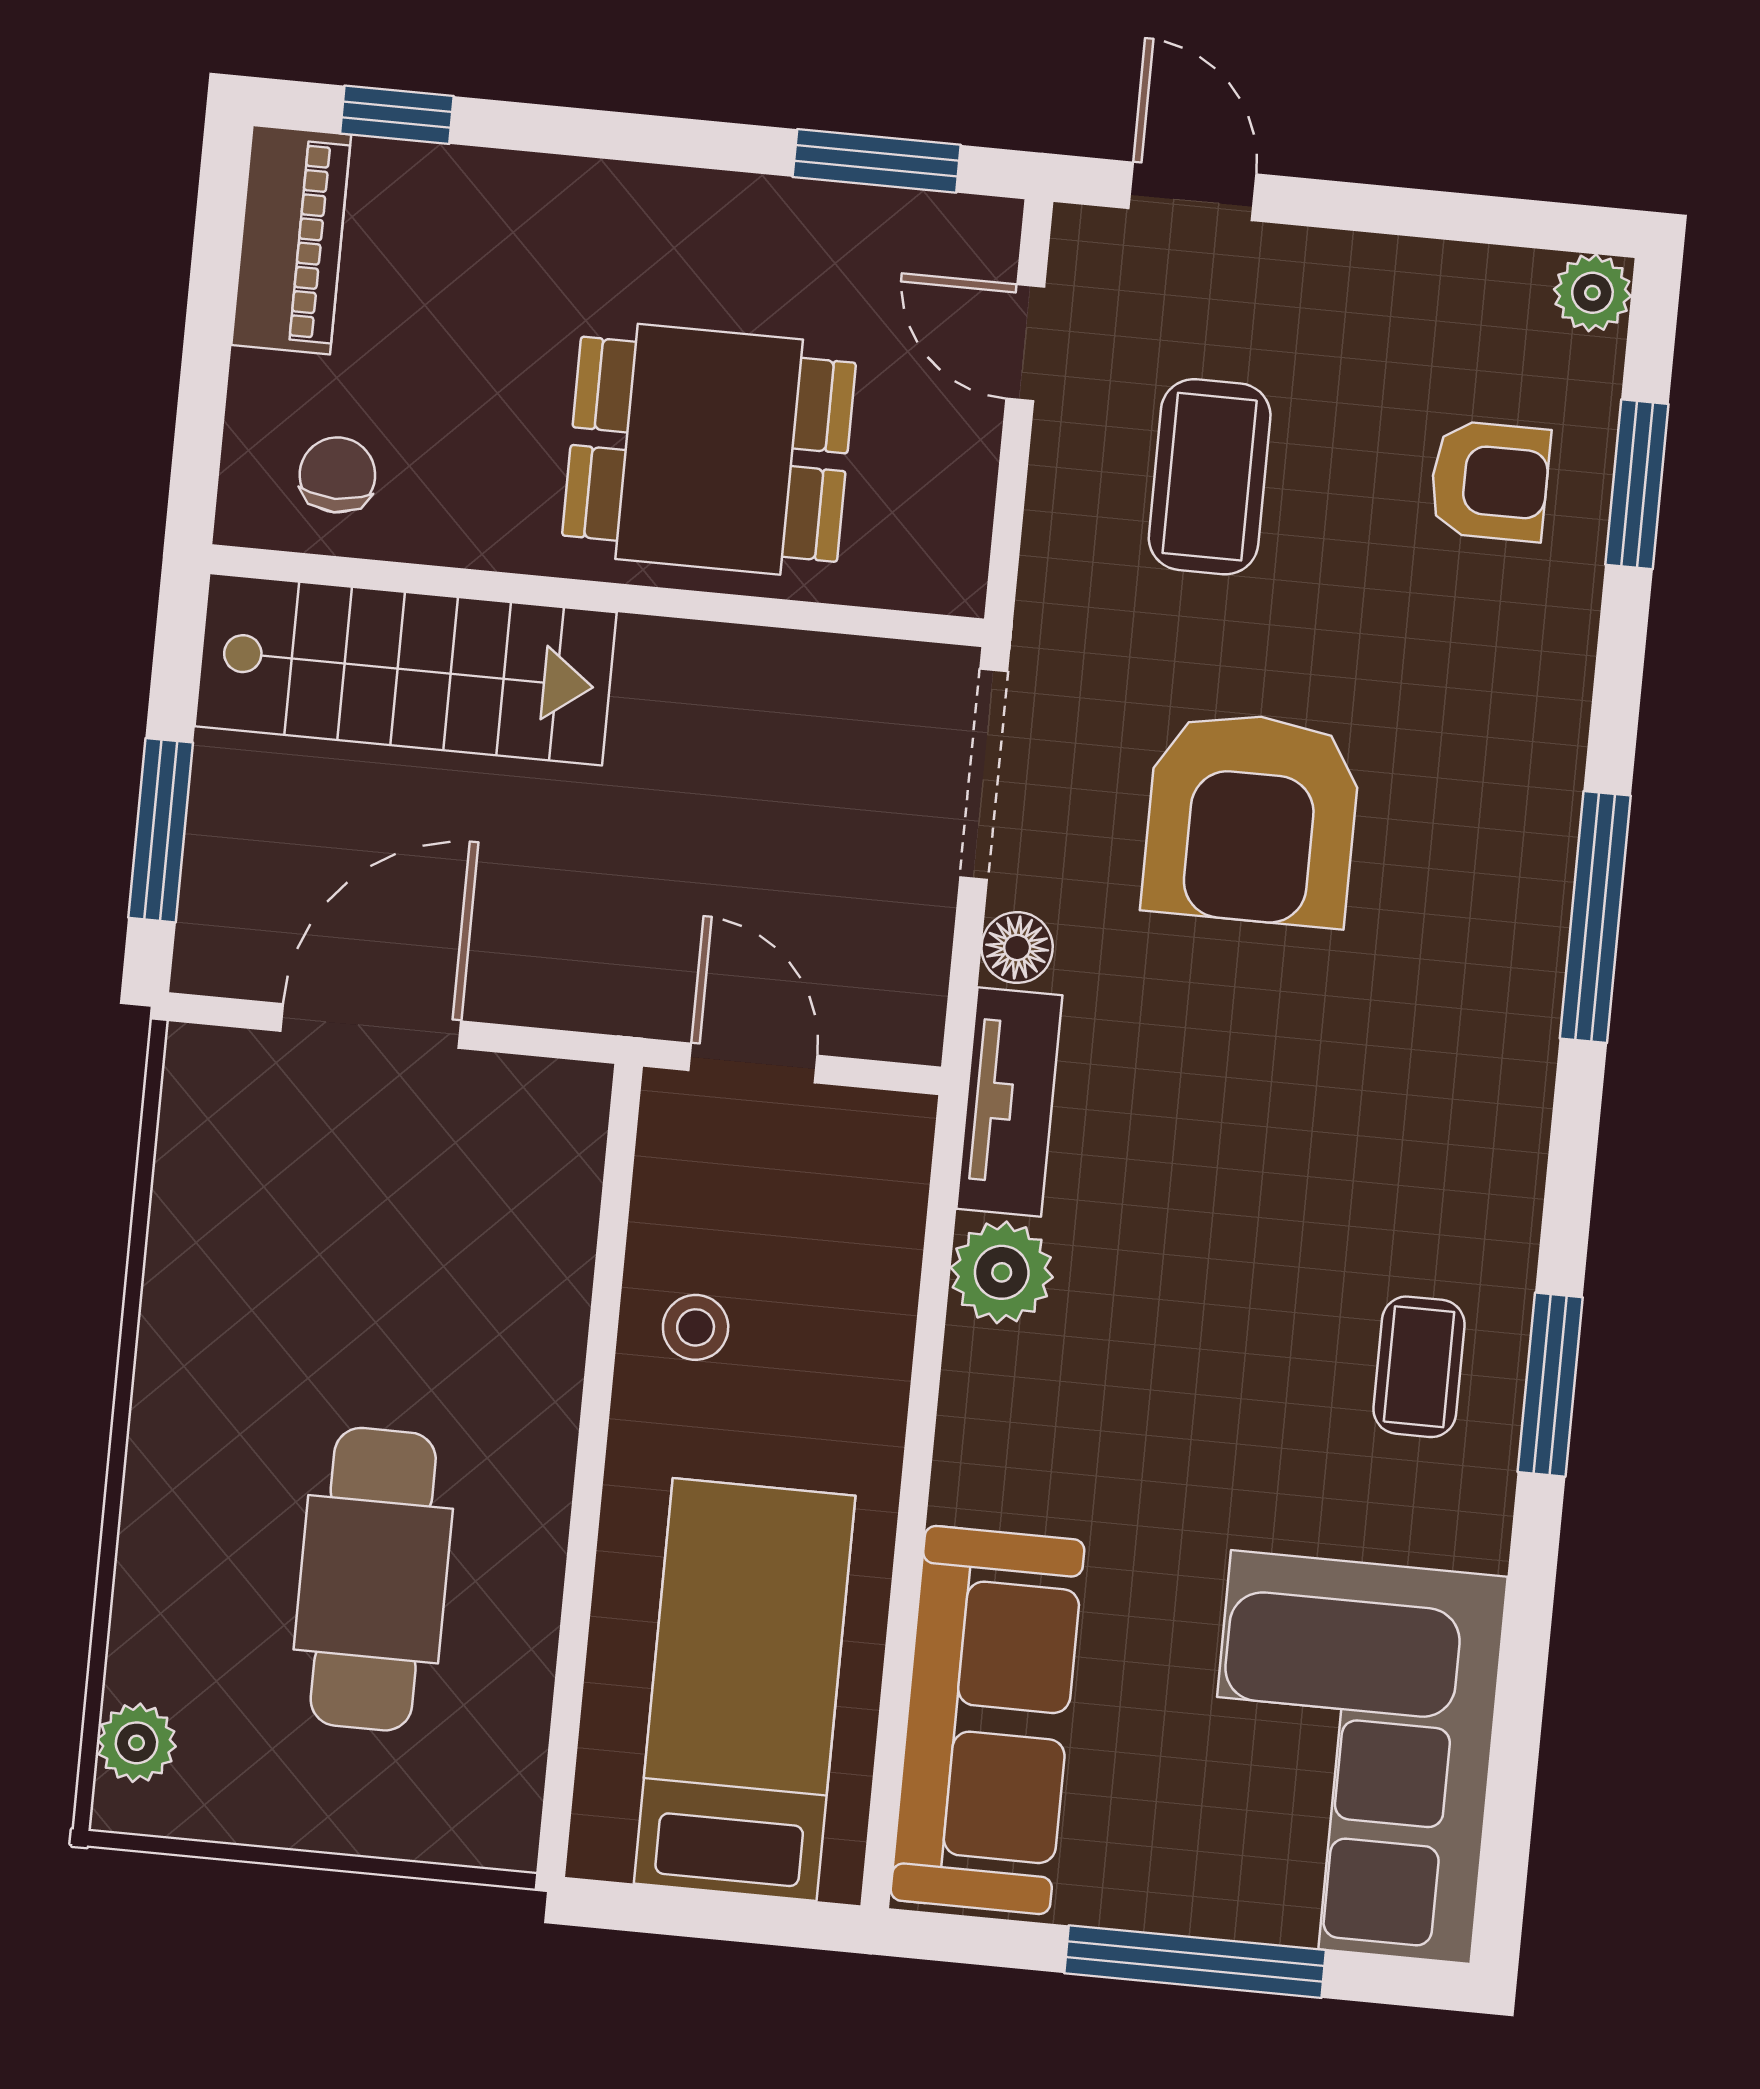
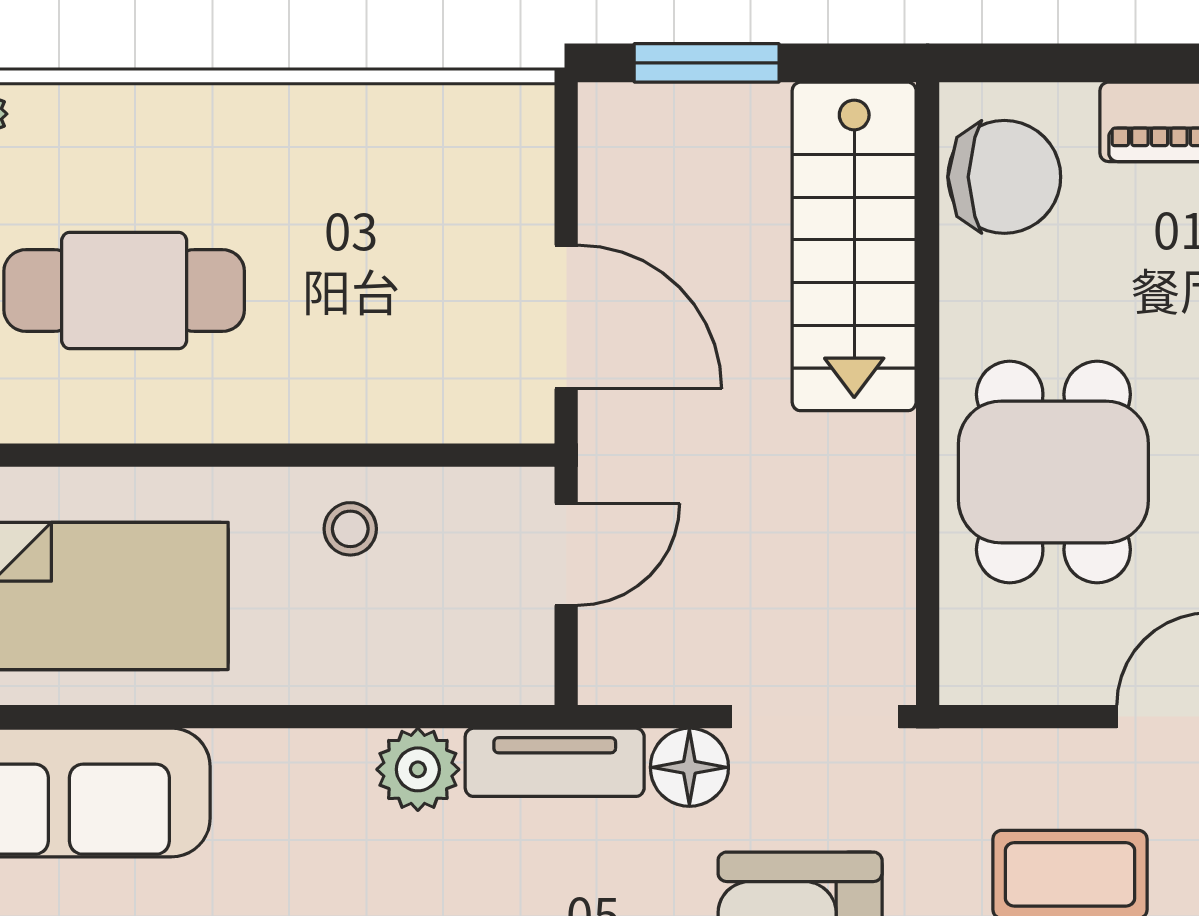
chair: (337, 475) -> (1004, 177), width x1.87, depth x1.87
floor lamp: (1017, 948) -> (689, 767), width x1.37, depth x1.37
door: (371, 1026) -> (566, 317), moved

